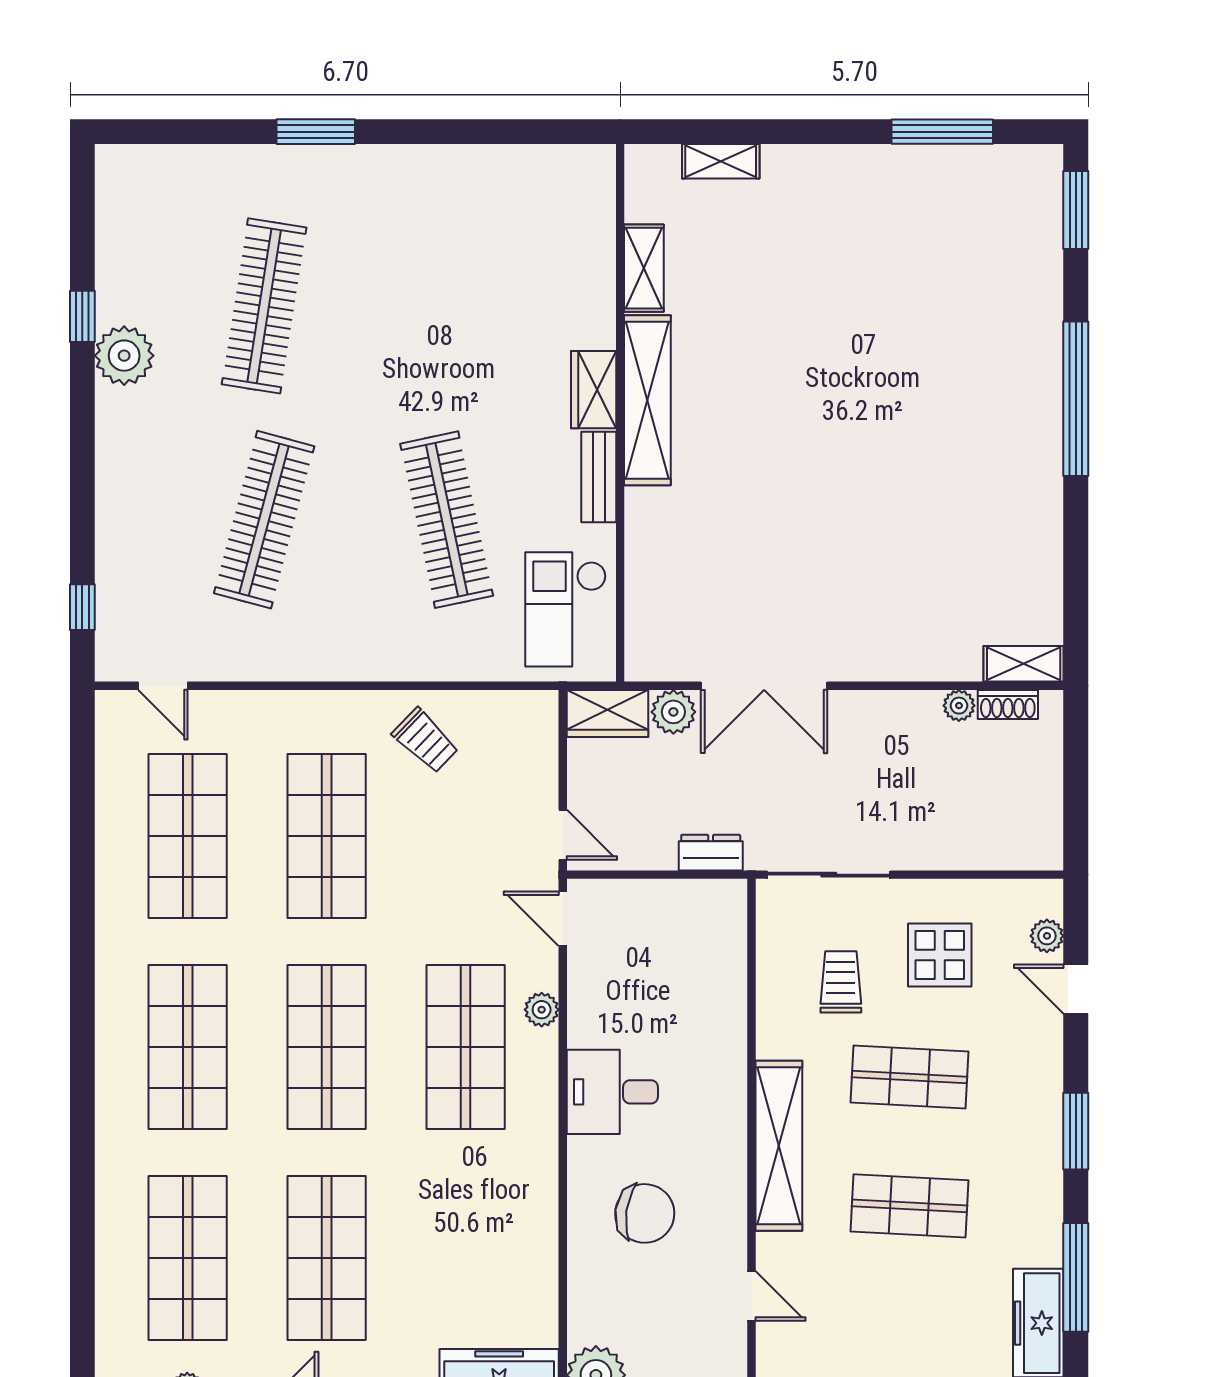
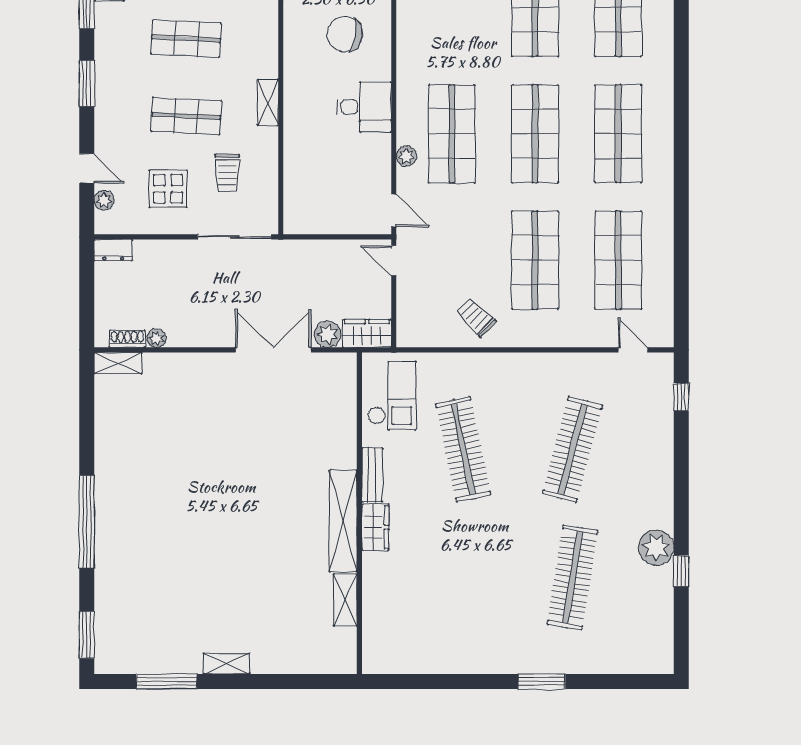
shelving: (721, 161) -> (227, 664), moved
dresser: (711, 853) -> (113, 250), moved
shelving: (779, 1146) -> (268, 102), width x0.45, depth x0.75

